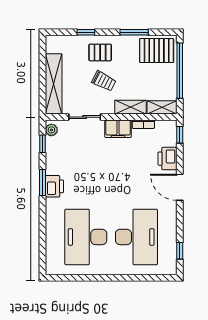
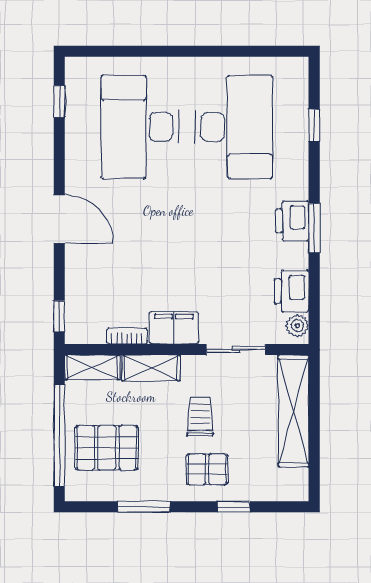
pallet: (157, 51) -> (107, 448), moved
trolley: (104, 81) -> (200, 416), turned 63
window: (42, 144) -> (314, 125), moved
printer: (168, 159) -> (291, 291), moved, turned 180

